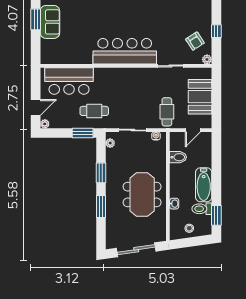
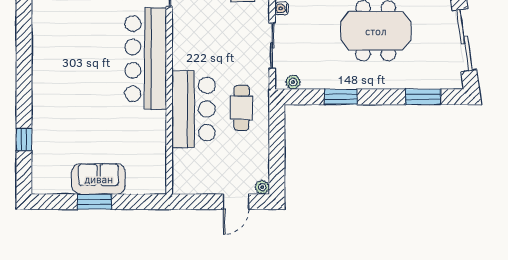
bar counter: (69, 81) -> (193, 109), moved
door: (36, 108) -> (236, 202), swing flipped
window: (83, 133) -> (277, 126), removed
window: (101, 207) -> (423, 97), moved

